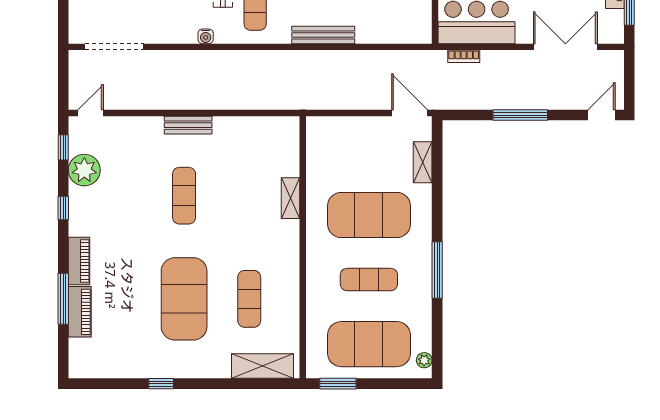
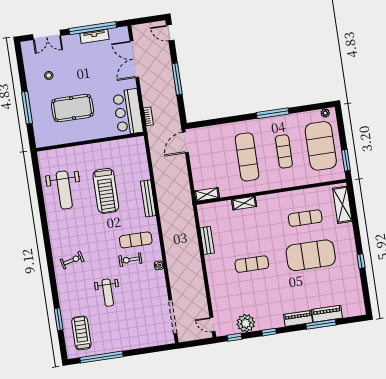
bench: (188, 125) -> (207, 240), moved
shelving: (423, 162) -> (207, 194), moved
exercise mat: (369, 215) -> (247, 157), width x0.68

